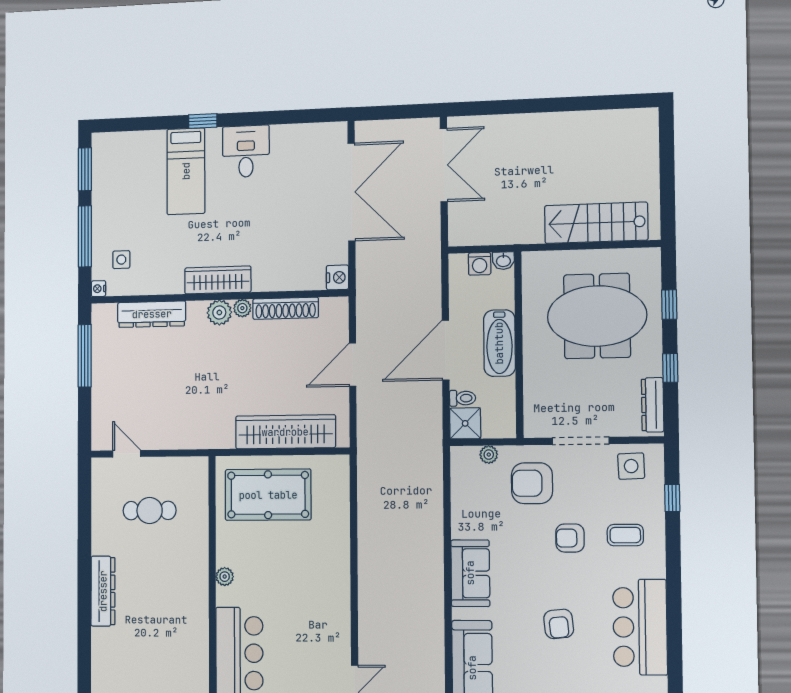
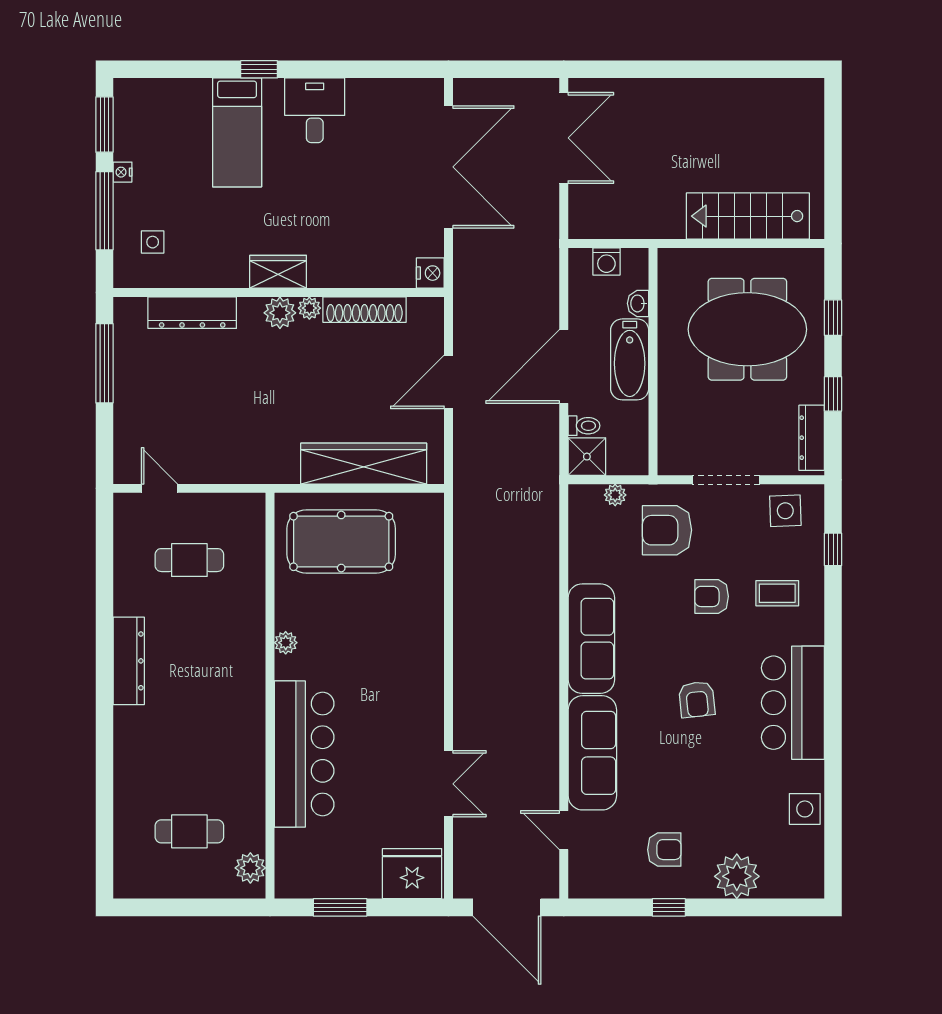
washbasin: (503, 261) -> (638, 303), moved, turned 90
wardrobe: (218, 280) -> (278, 272), width x0.67
nightstand: (98, 289) -> (122, 172), moved
sofa: (470, 573) -> (591, 639), width x1.36

